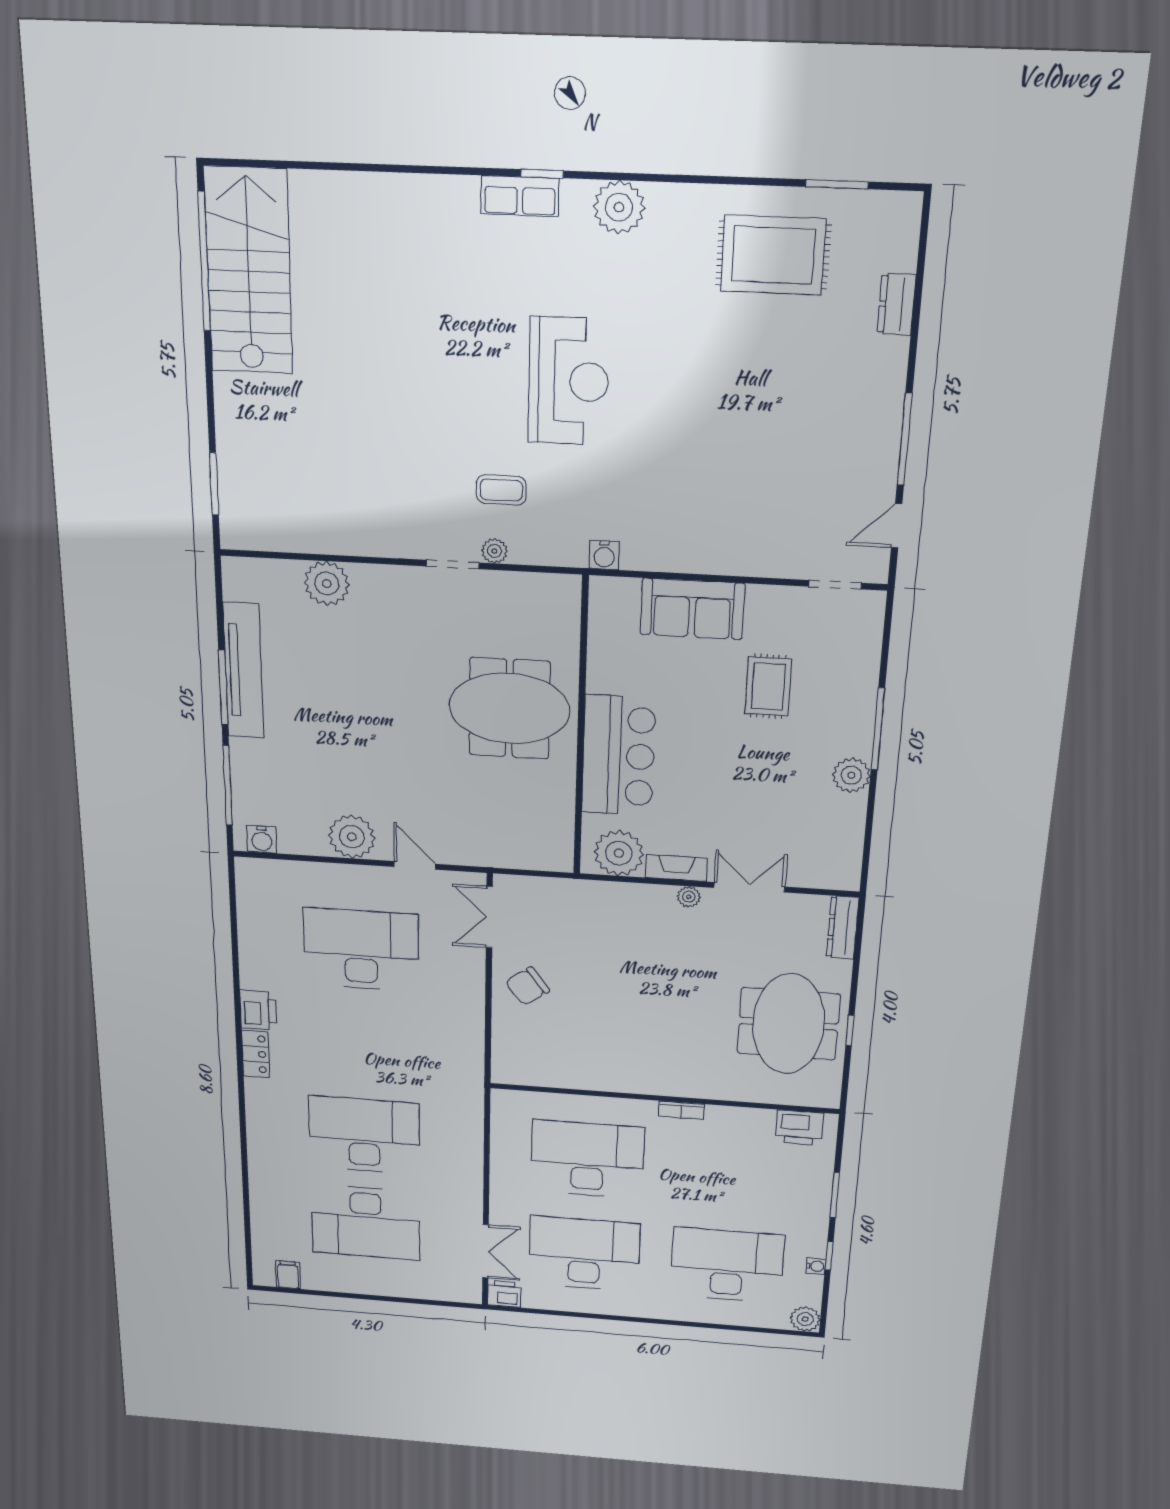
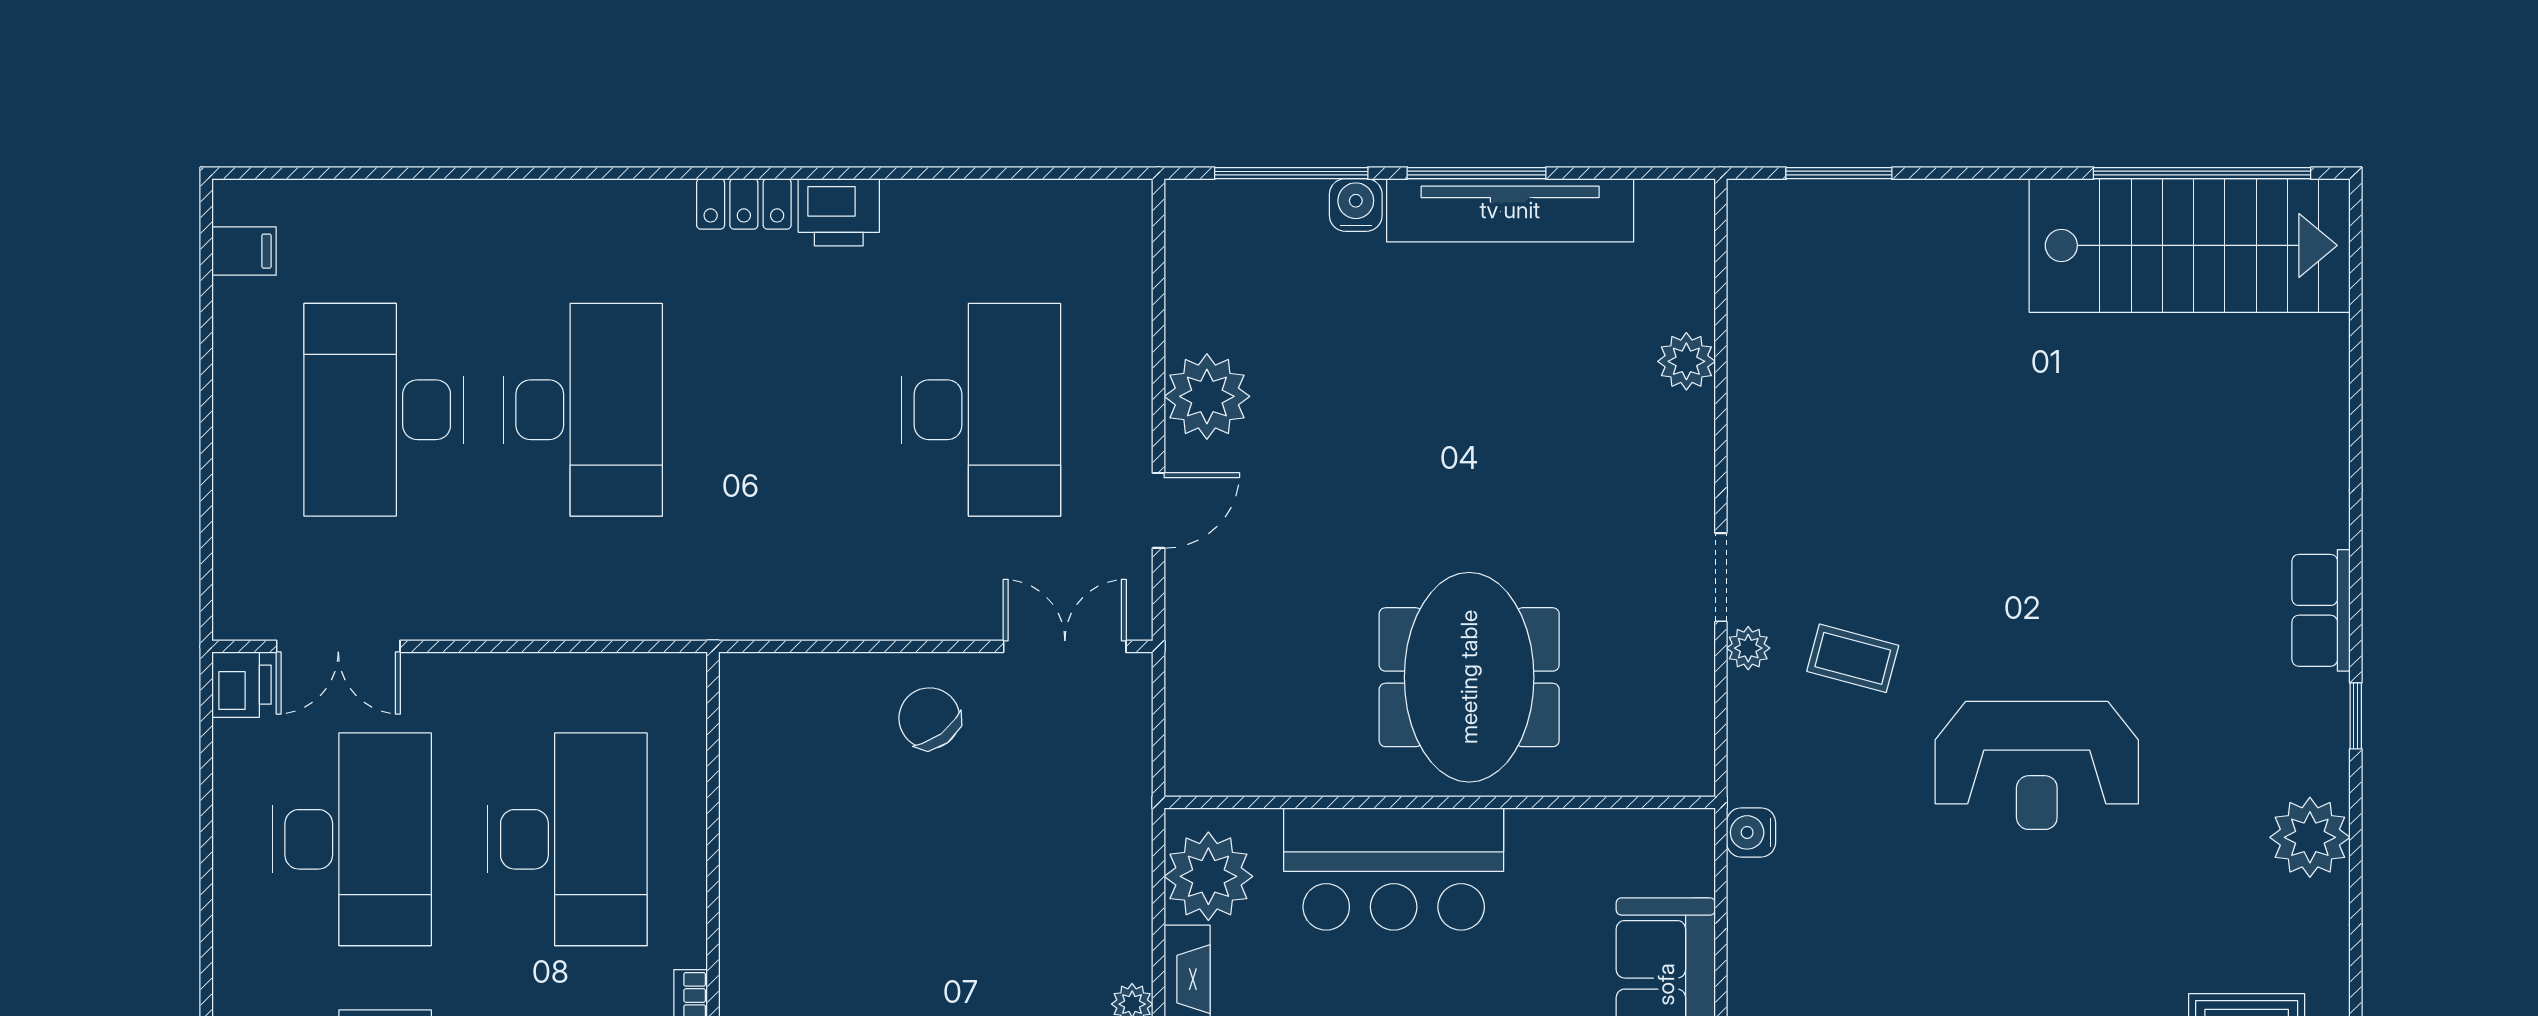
row of seats: (520, 196) -> (2321, 610), moved
coffee table: (501, 490) -> (1853, 658), turned -75
plant: (327, 583) -> (1686, 361), width x0.73, depth x0.73
water cooler: (262, 839) -> (1356, 205), moved, turned 90

